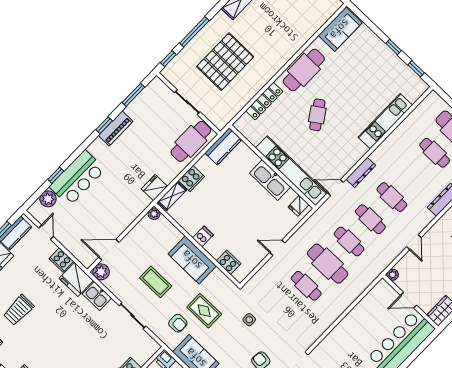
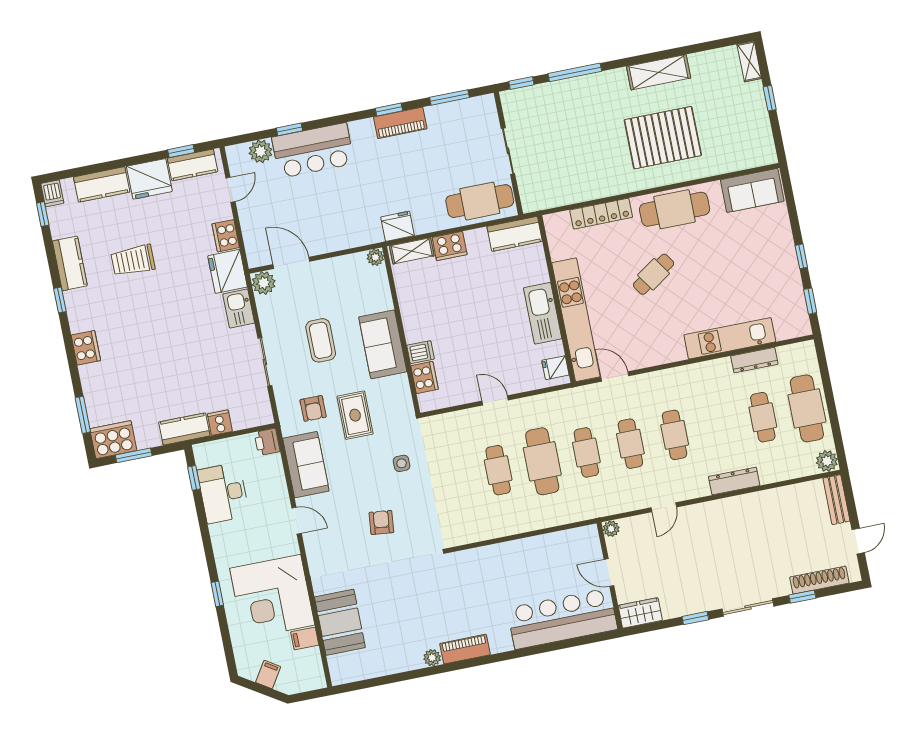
pallet: (225, 62) -> (663, 138), moved
dresser: (361, 172) -> (754, 360), moved
dishwasher: (203, 236) -> (421, 352), moved

